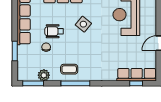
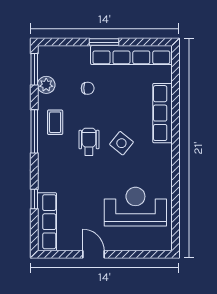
wheelchair: (54, 31) -> (89, 142), moved
window: (15, 51) -> (104, 42), moved
window: (136, 83) -> (34, 199), moved

